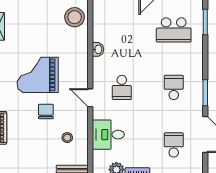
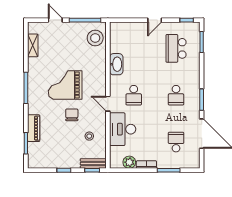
school desk: (174, 30) -> (176, 48), turned 90
washbasin: (98, 49) -> (116, 64), width x1.91, depth x1.45
school desk: (174, 87) -> (176, 95), turned 180
desk: (108, 135) -> (123, 129), width x1.37

